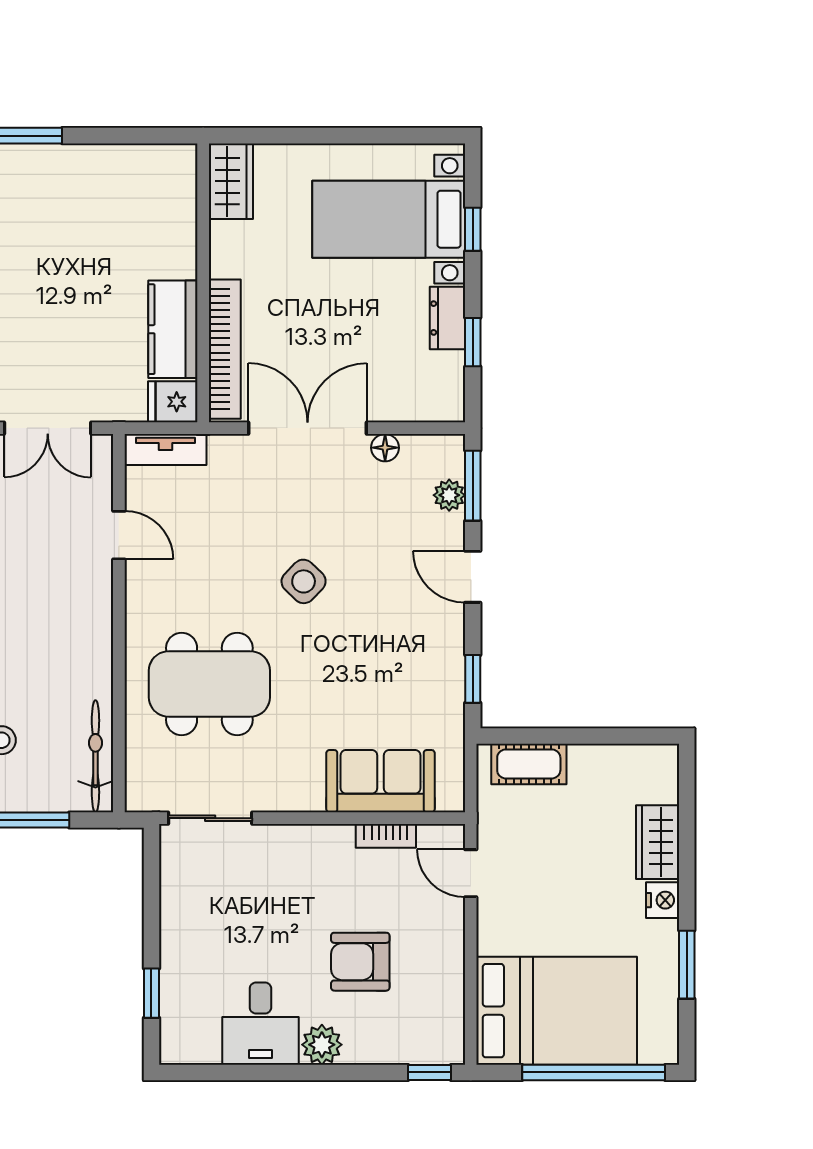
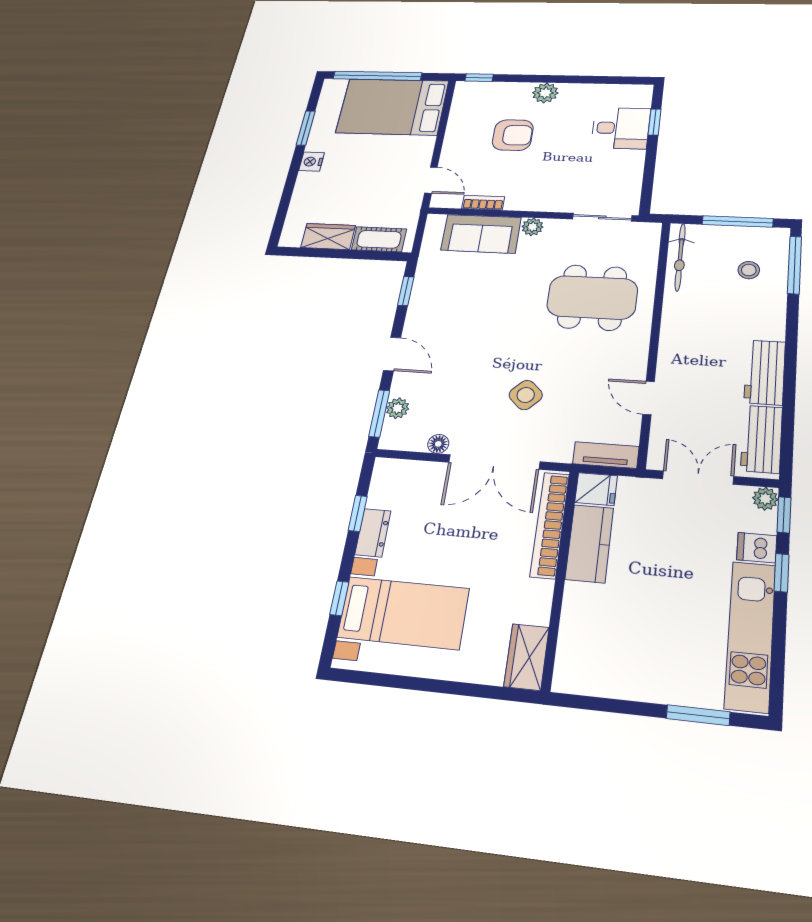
side table: (304, 581) -> (526, 395), moved
plant: (308, 797) -> (532, 227), added
wardrobe: (658, 842) -> (328, 236), moved, turned -90
desk: (260, 1024) -> (621, 128), moved, turned 90

